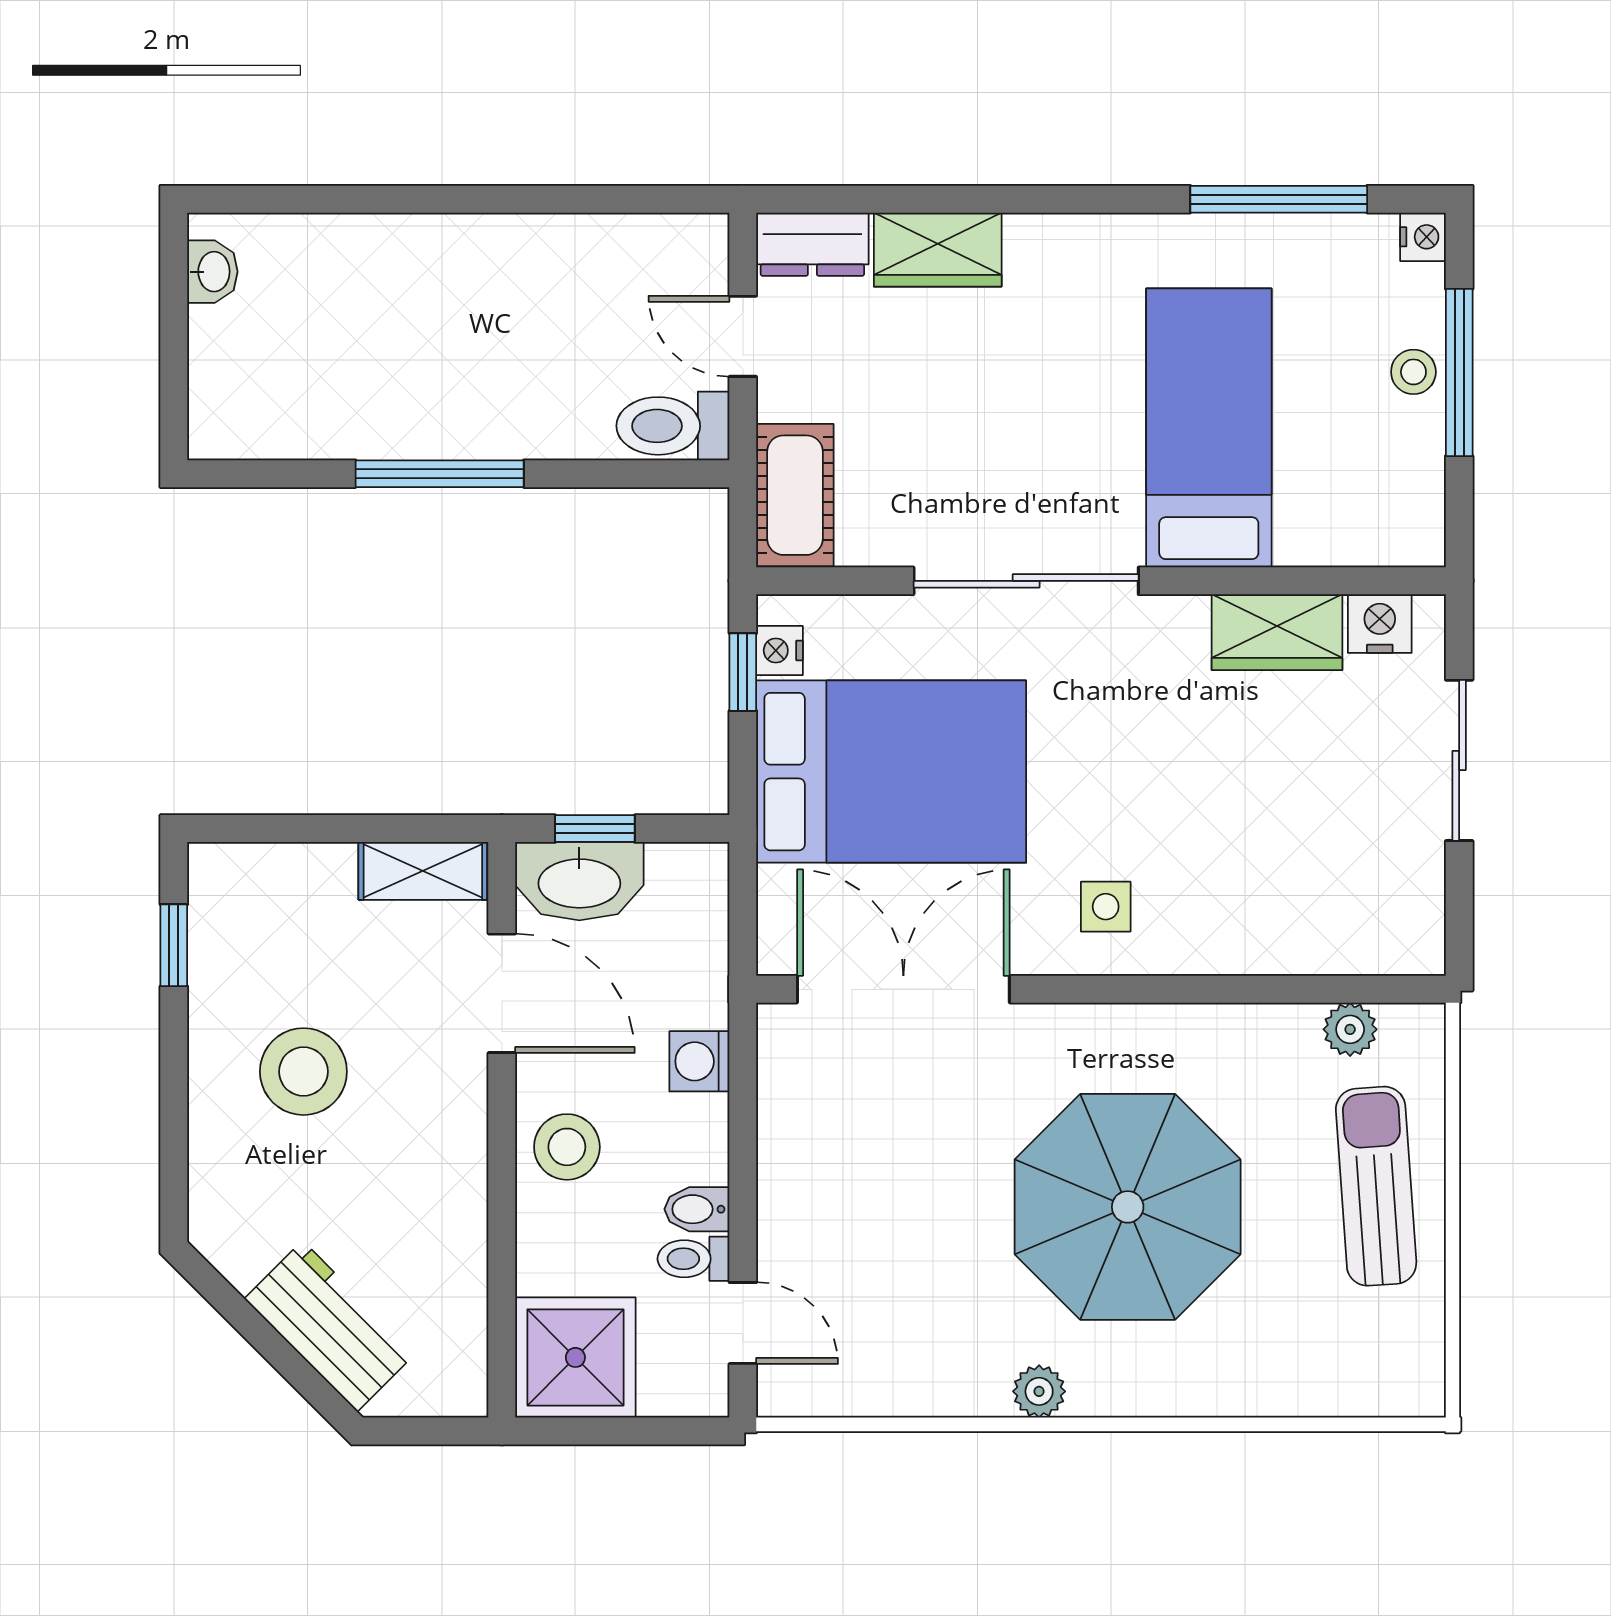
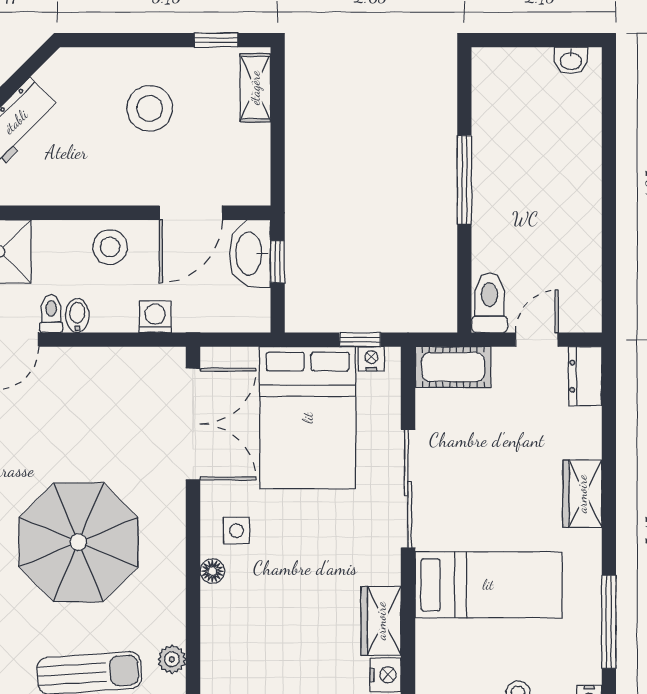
wardrobe: (938, 250) -> (582, 494), moved
shelving: (423, 871) -> (255, 88), moved
floor lamp: (1183, 952) -> (212, 571), added

